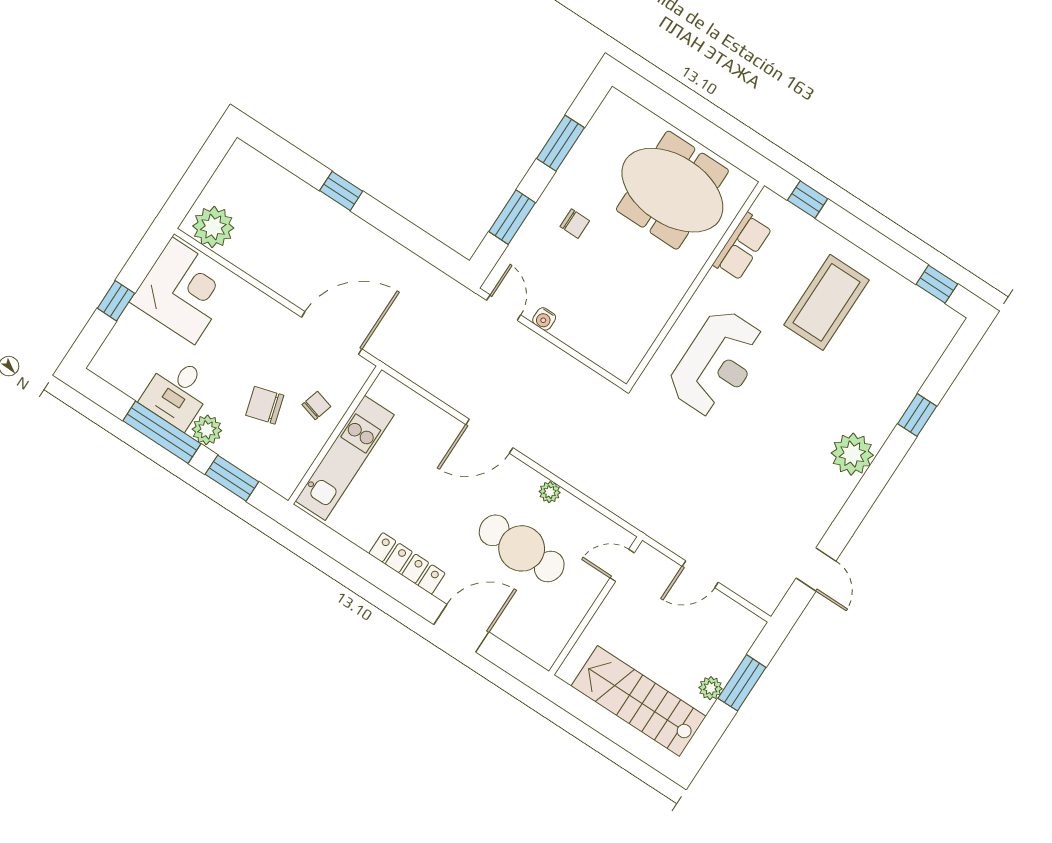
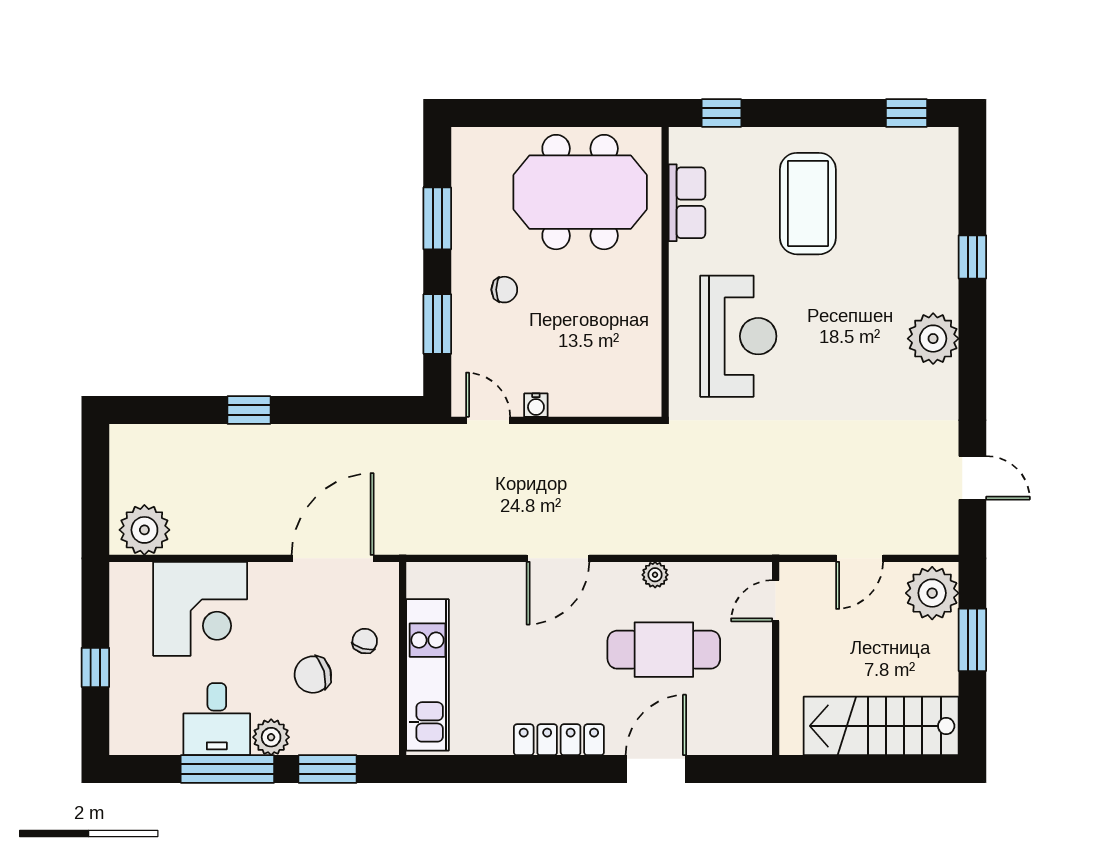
corner desk: (183, 291) -> (200, 609), moved, turned 90
plant: (711, 688) -> (932, 593), moved, width x1.88, depth x1.88

